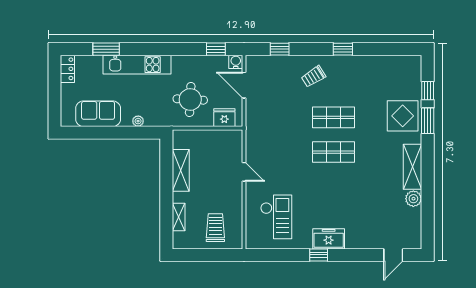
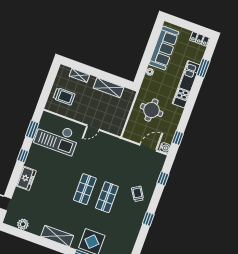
sofa: (98, 114) -> (164, 48), width x1.36
fridge: (224, 118) -> (132, 128), removed
plant: (413, 199) -> (23, 224), moved
checkout: (276, 217) -> (57, 138), width x1.36, depth x1.21
freezer: (329, 239) -> (26, 178), moved
window: (278, 255) -> (32, 130), added

